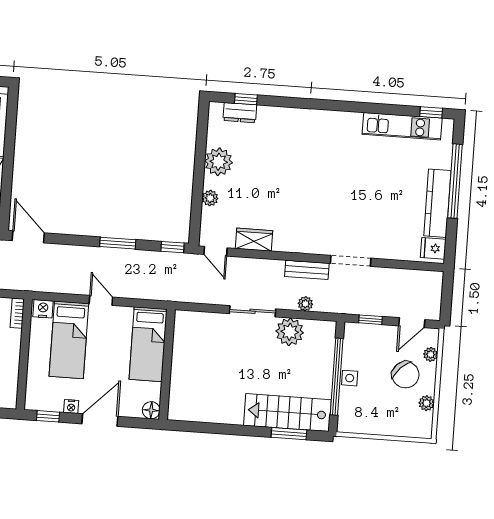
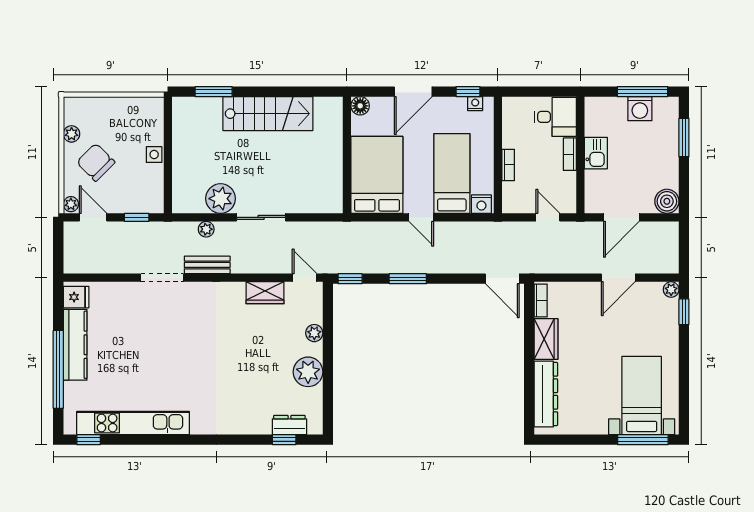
kitchen unit: (402, 126) -> (133, 423), width x1.36
bookcase: (17, 313) -> (508, 165), moved
door: (412, 323) -> (93, 217), hinge flipped
bed: (148, 344) -> (377, 175), width x1.50
plant: (431, 354) -> (71, 204), moved
window: (337, 377) -> (168, 155), removed
nightstand: (71, 407) -> (475, 104), moved
stairs: (287, 413) -> (268, 114), moved

